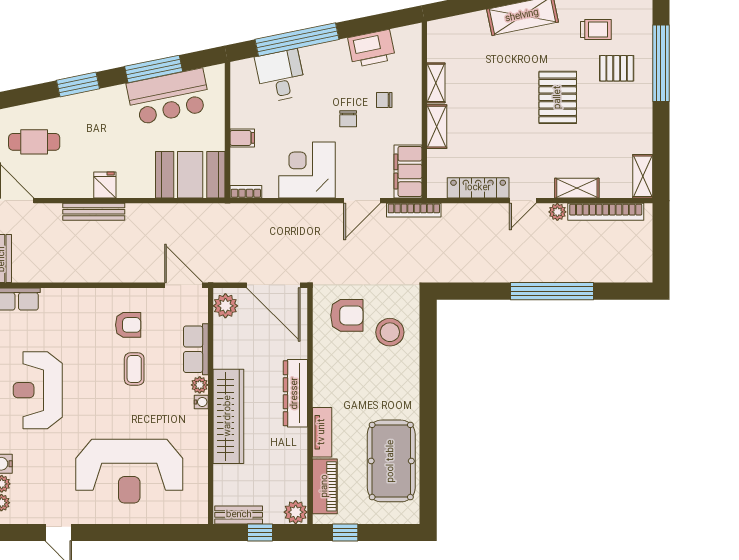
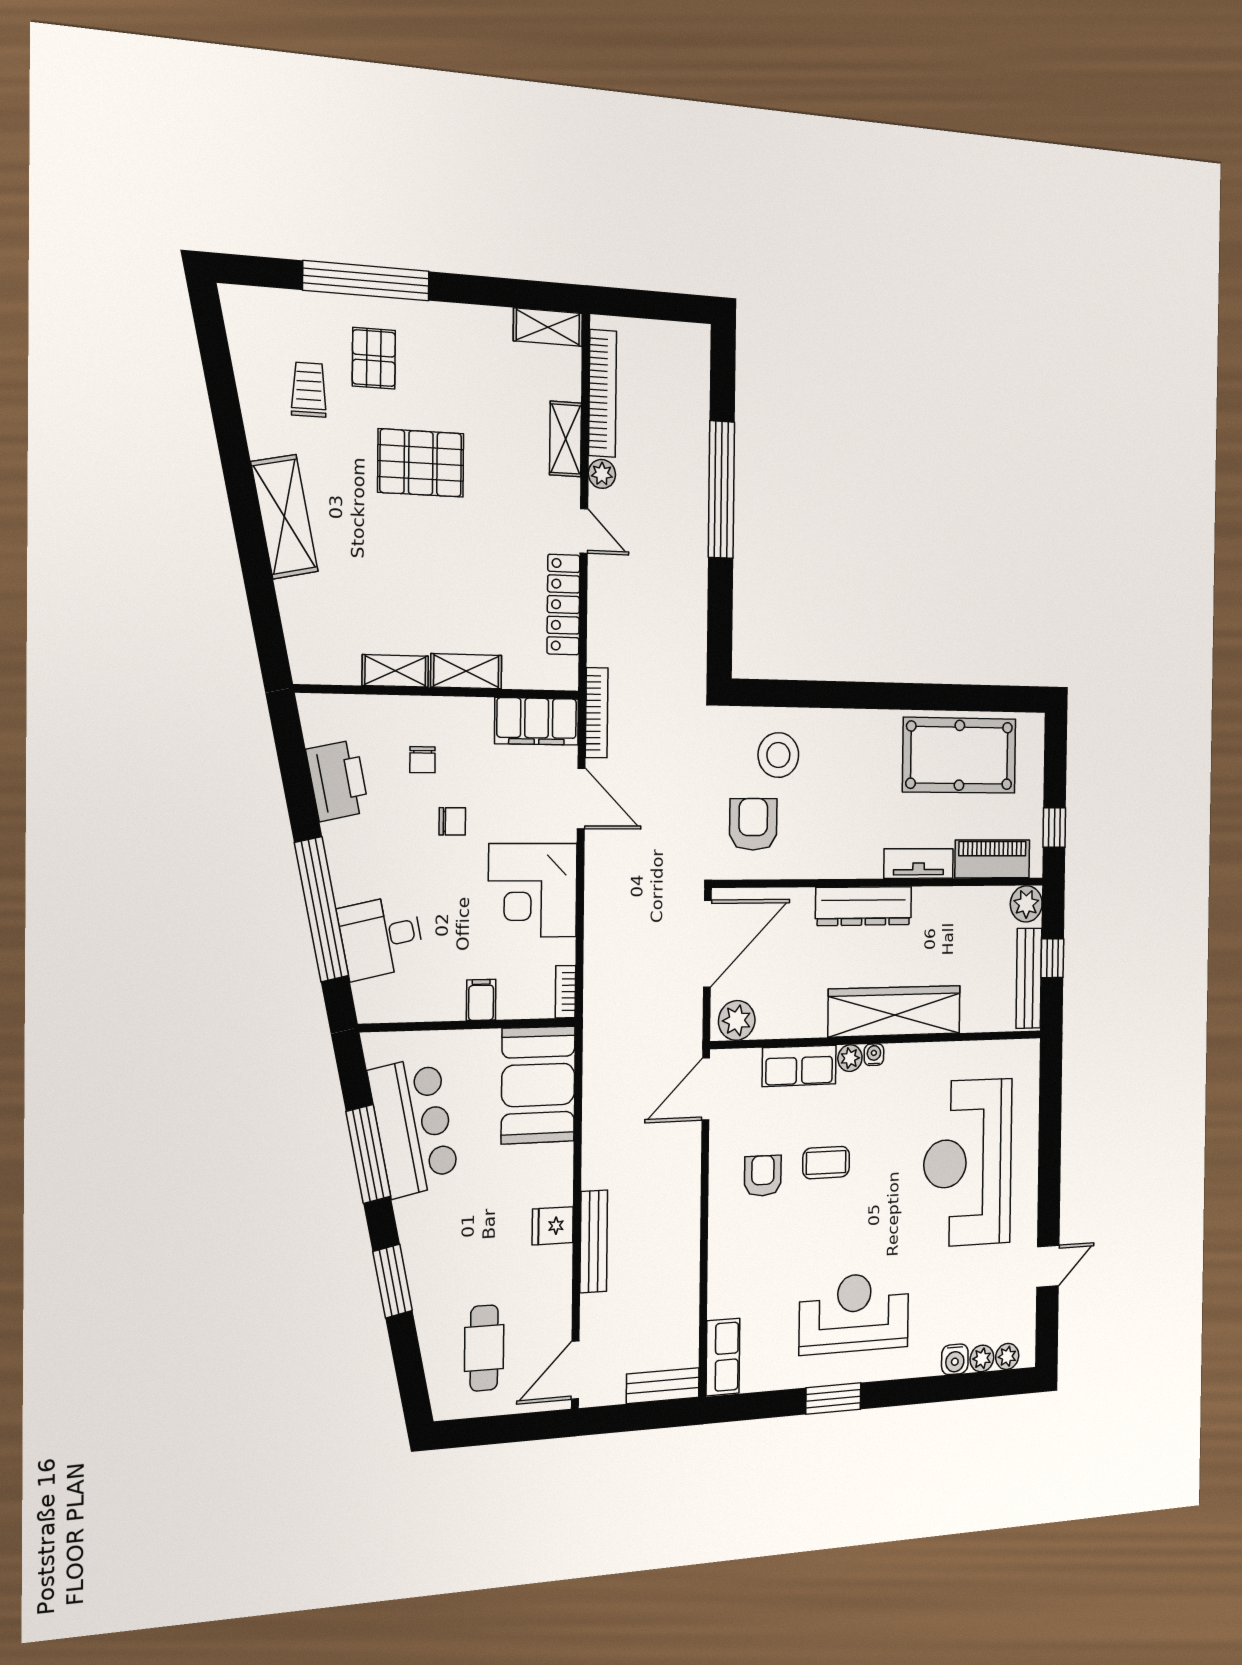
reception desk: (38, 390) -> (854, 1313), turned 180
reception desk: (129, 471) -> (968, 1163), turned 180
bench: (239, 515) -> (1029, 978), width x1.36

